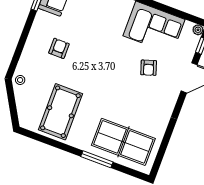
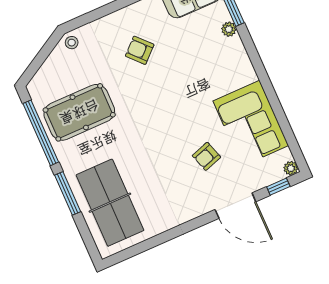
armchair: (59, 48) -> (140, 50), turned -133
window: (51, 142) -> (41, 133), added

